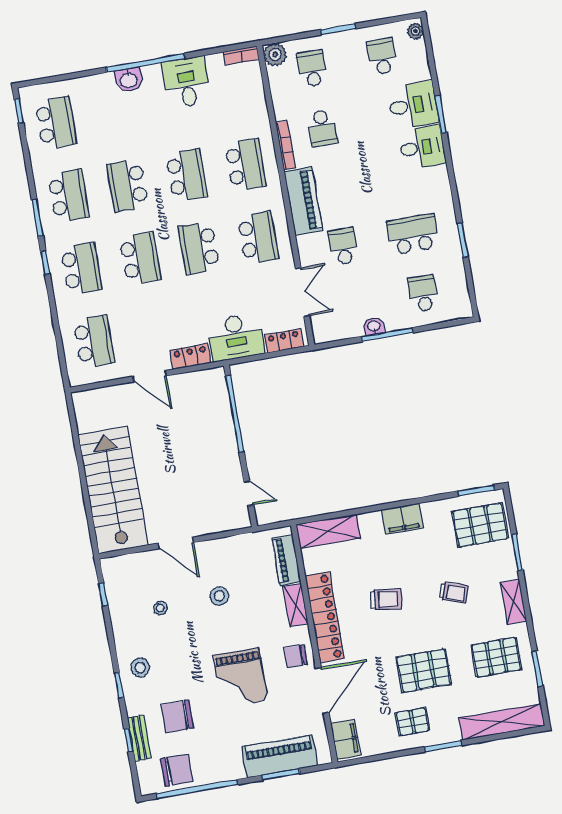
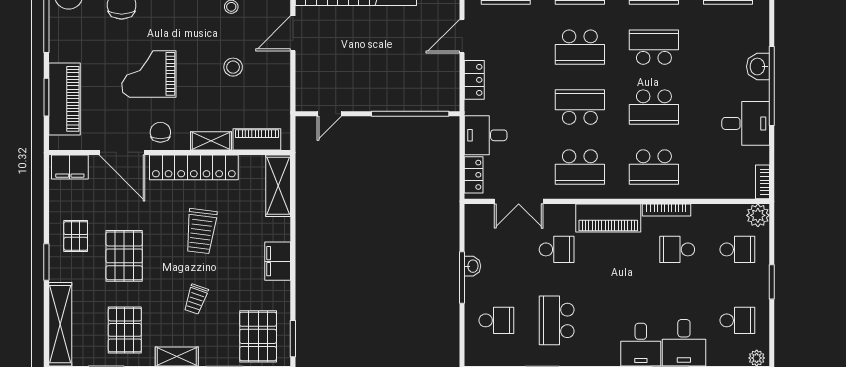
school desk: (413, 234) -> (557, 320), turned 180
desk: (236, 337) -> (486, 135), width x0.73
trolley: (386, 599) -> (201, 231), width x1.36, depth x1.39

